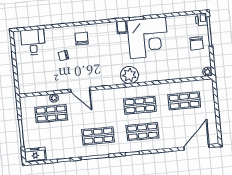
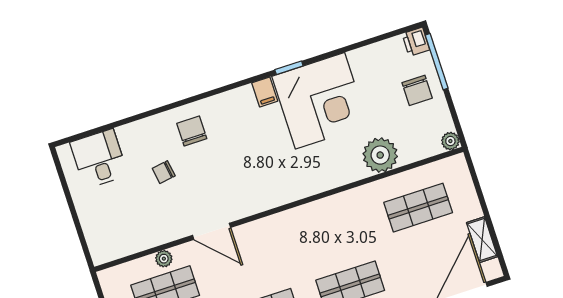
plant: (129, 75) -> (380, 155), moved
shop shelf: (140, 105) -> (334, 235), removed
shelving: (212, 124) -> (482, 240), added

